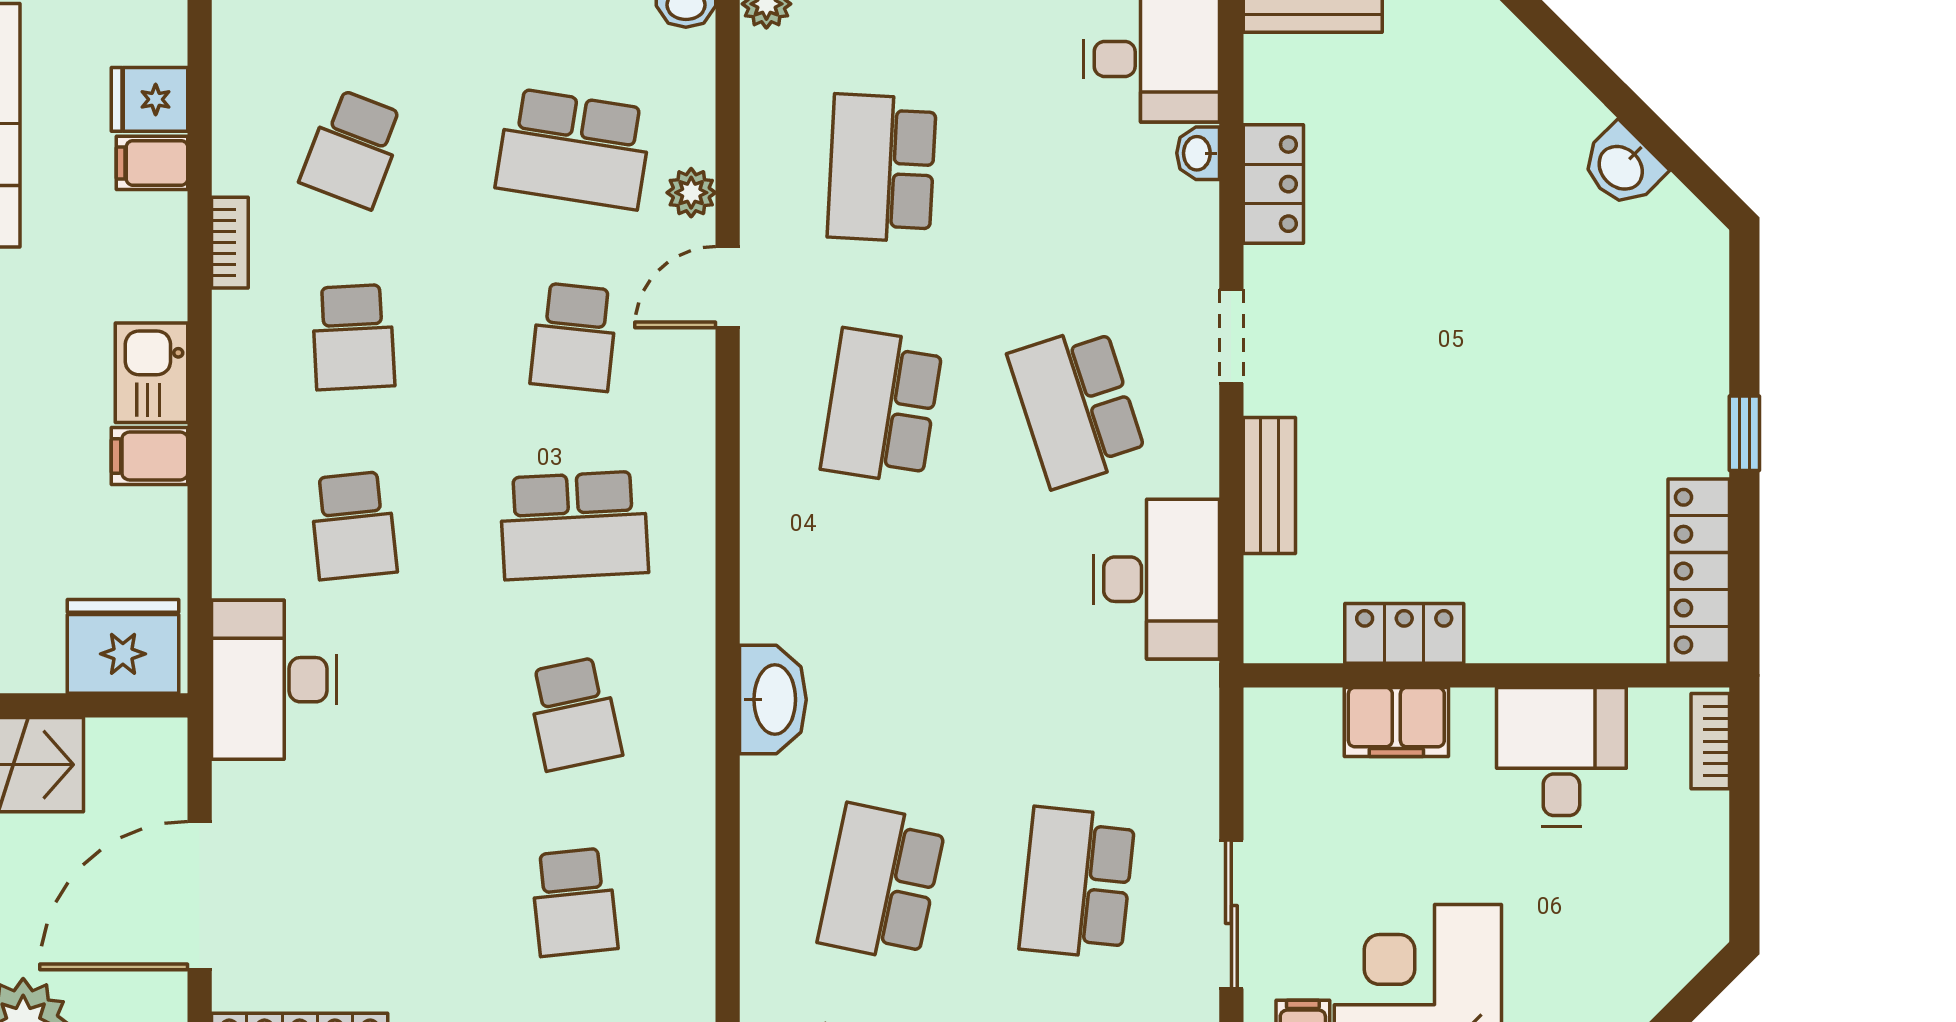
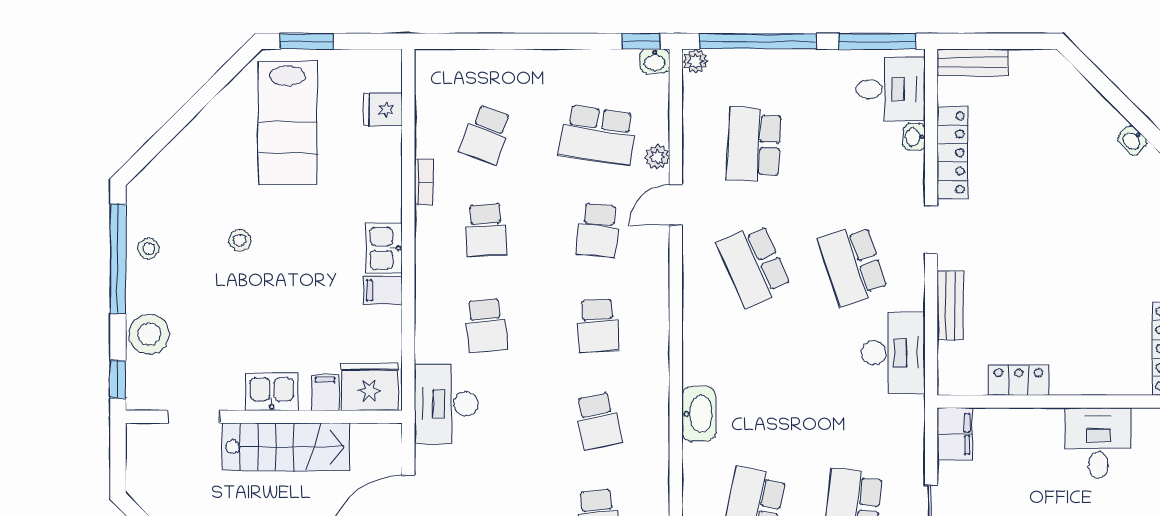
filing cabinet: (152, 163) -> (325, 393), moved, turned 90
washbasin: (1622, 166) -> (1133, 140), width x0.72, depth x0.69
locker: (1273, 184) -> (952, 153), width x1.53
school desk: (882, 406) -> (754, 265), turned -33
school desk: (574, 525) -> (598, 326), width x0.54
filing cabinet: (1396, 722) -> (955, 434), moved, turned -90

